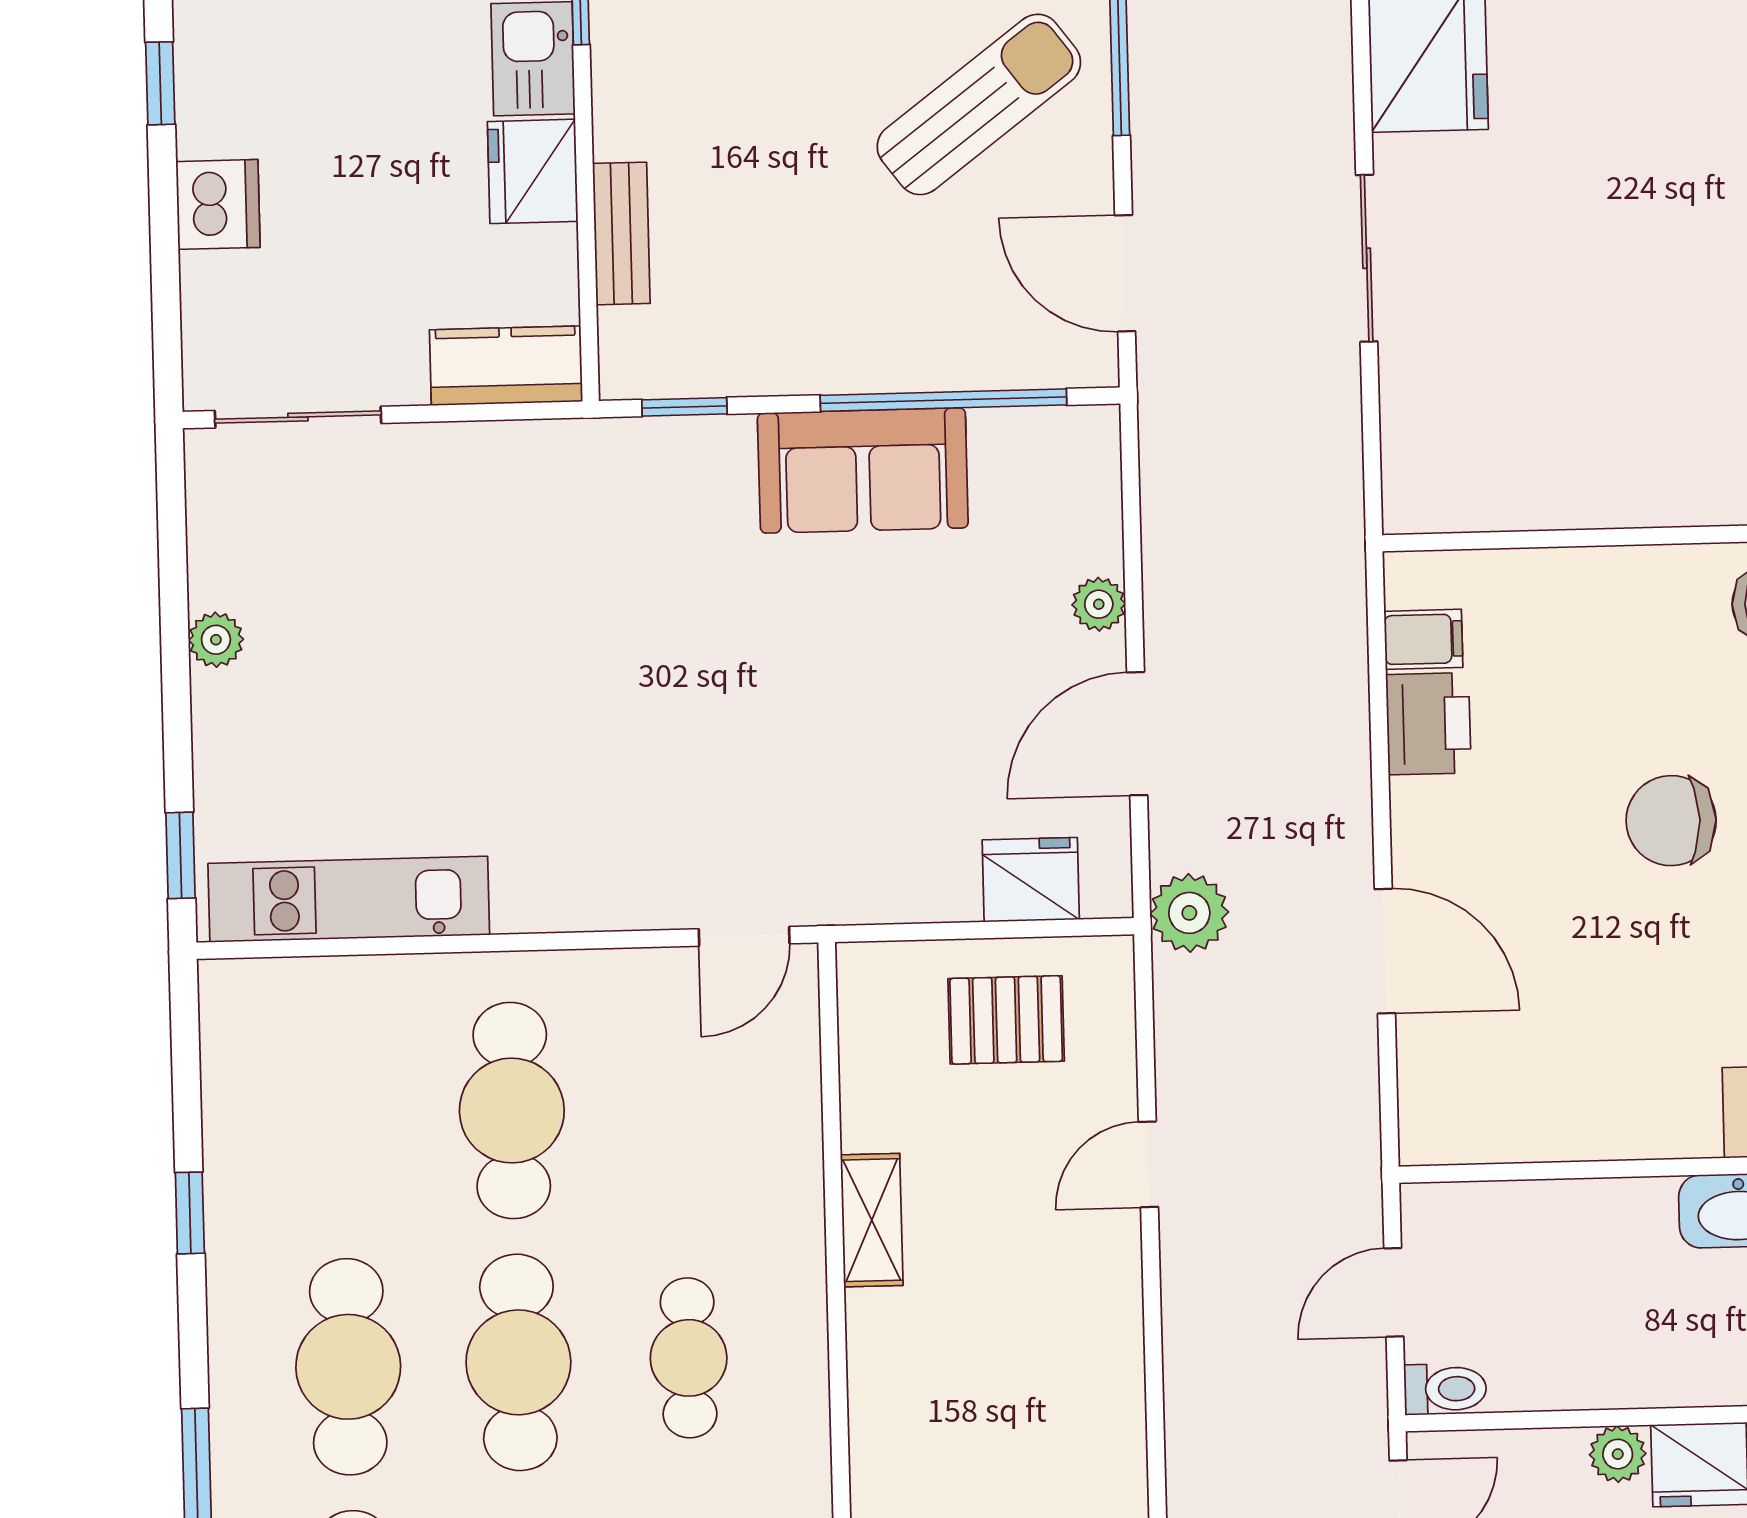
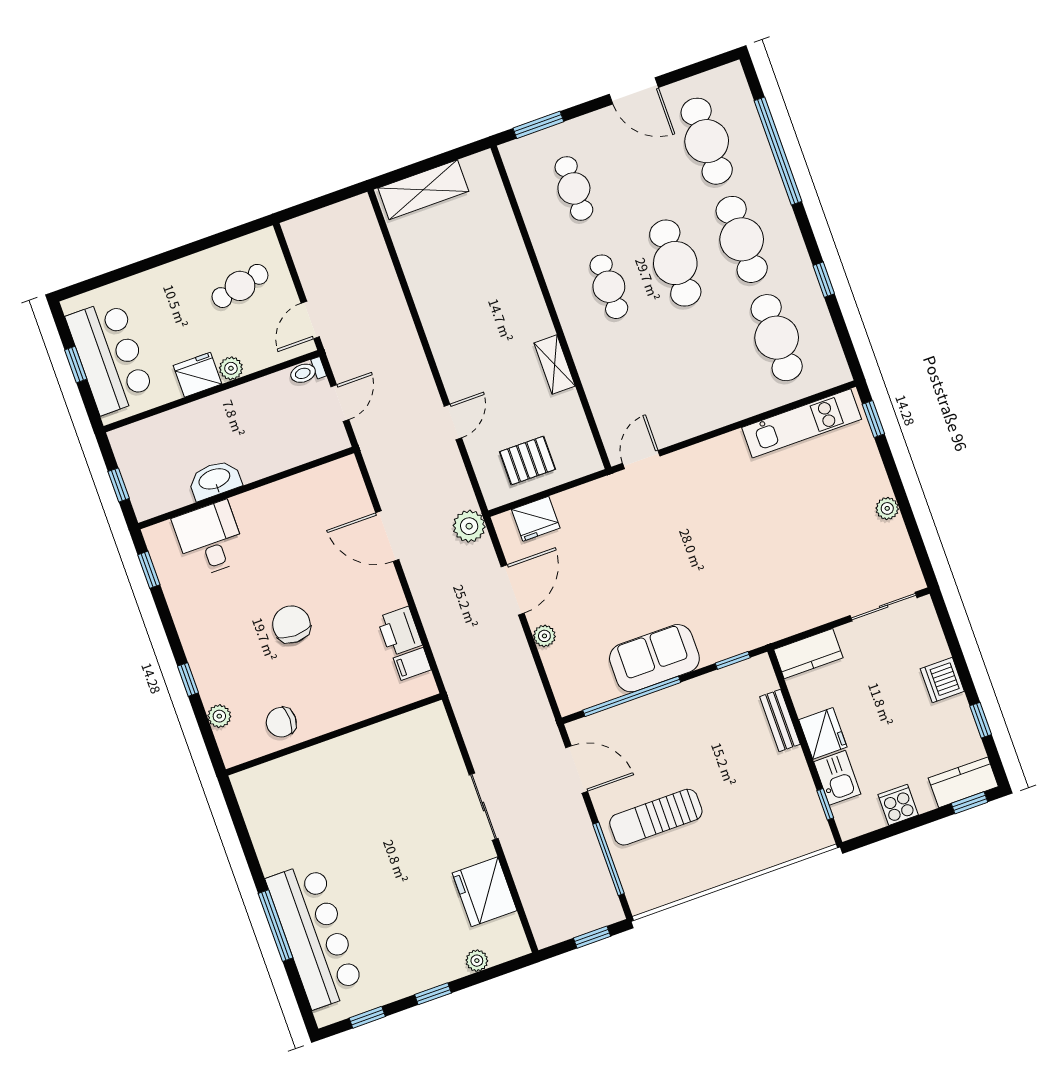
sun lounger: (979, 104) -> (656, 817), turned 37
chair: (1671, 821) -> (291, 624), turned -90
cafe table: (512, 1111) -> (777, 338), moved

